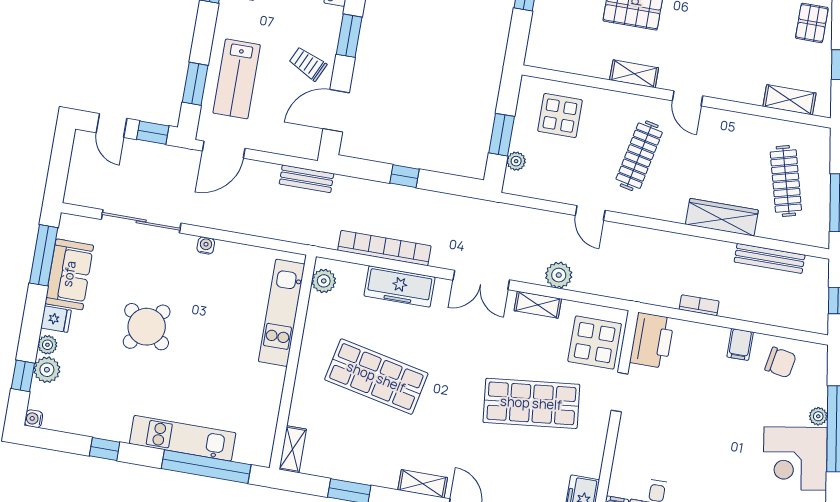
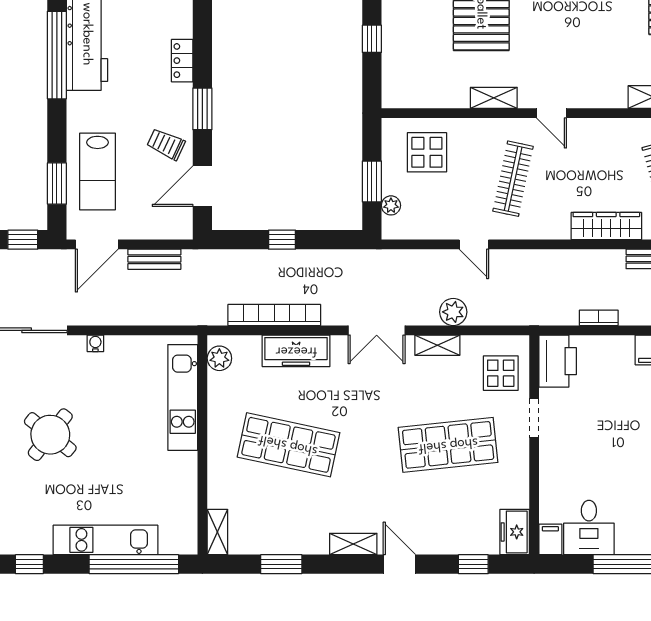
bench: (307, 179) -> (154, 259), moved
display table: (595, 343) -> (501, 373), width x0.73, depth x0.73

